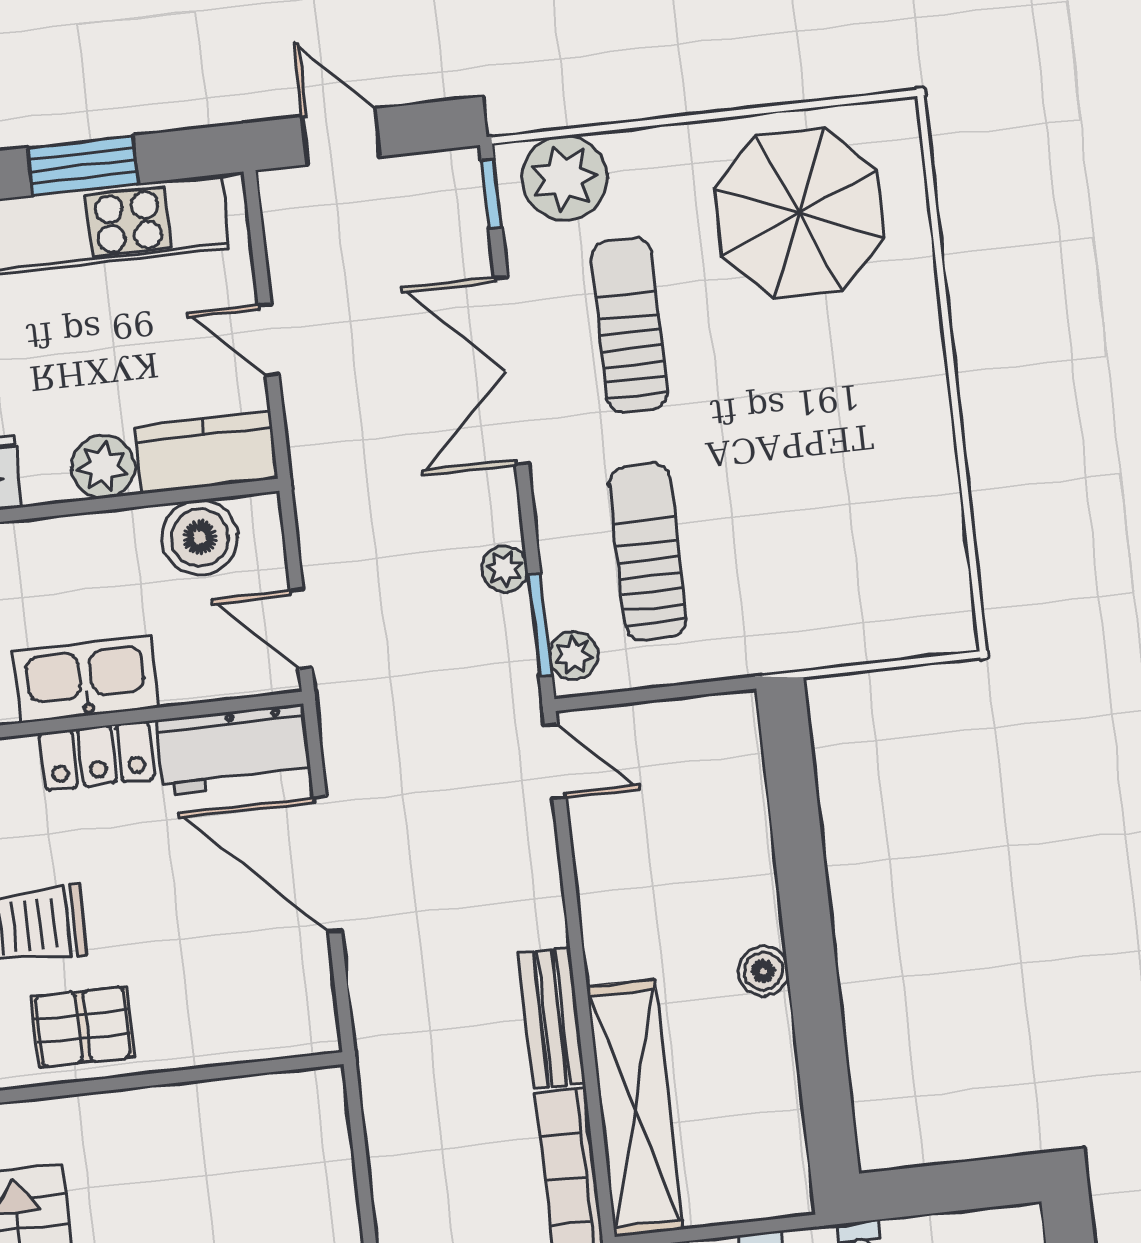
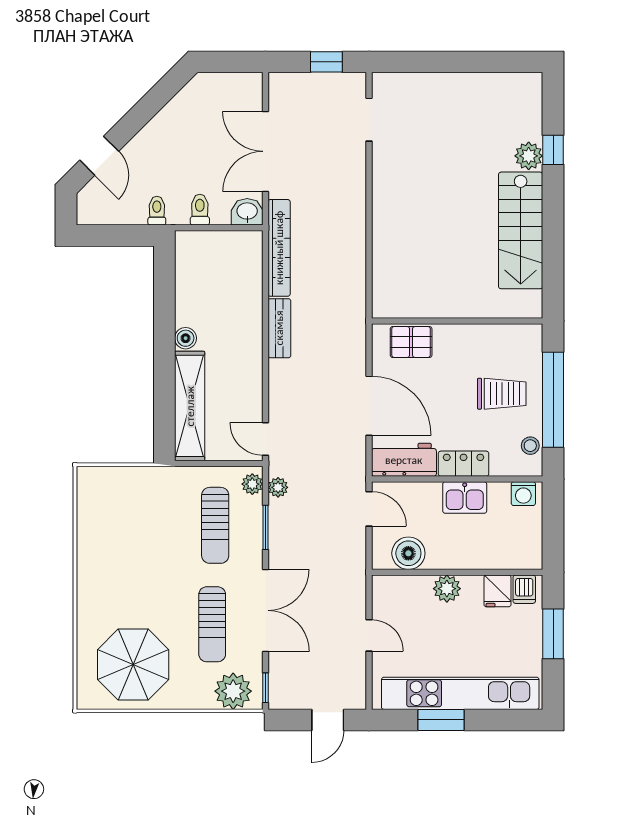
door: (341, 137) -> (328, 720), hinge flipped
kitchen counter: (206, 453) -> (401, 590), removed
plant: (505, 569) -> (278, 487), moved
window: (540, 625) -> (265, 527), moved
kitchen sink: (86, 679) -> (465, 497), width x0.73
pallet: (83, 1027) -> (411, 342), moved
shelving: (635, 1108) -> (190, 406), moved

